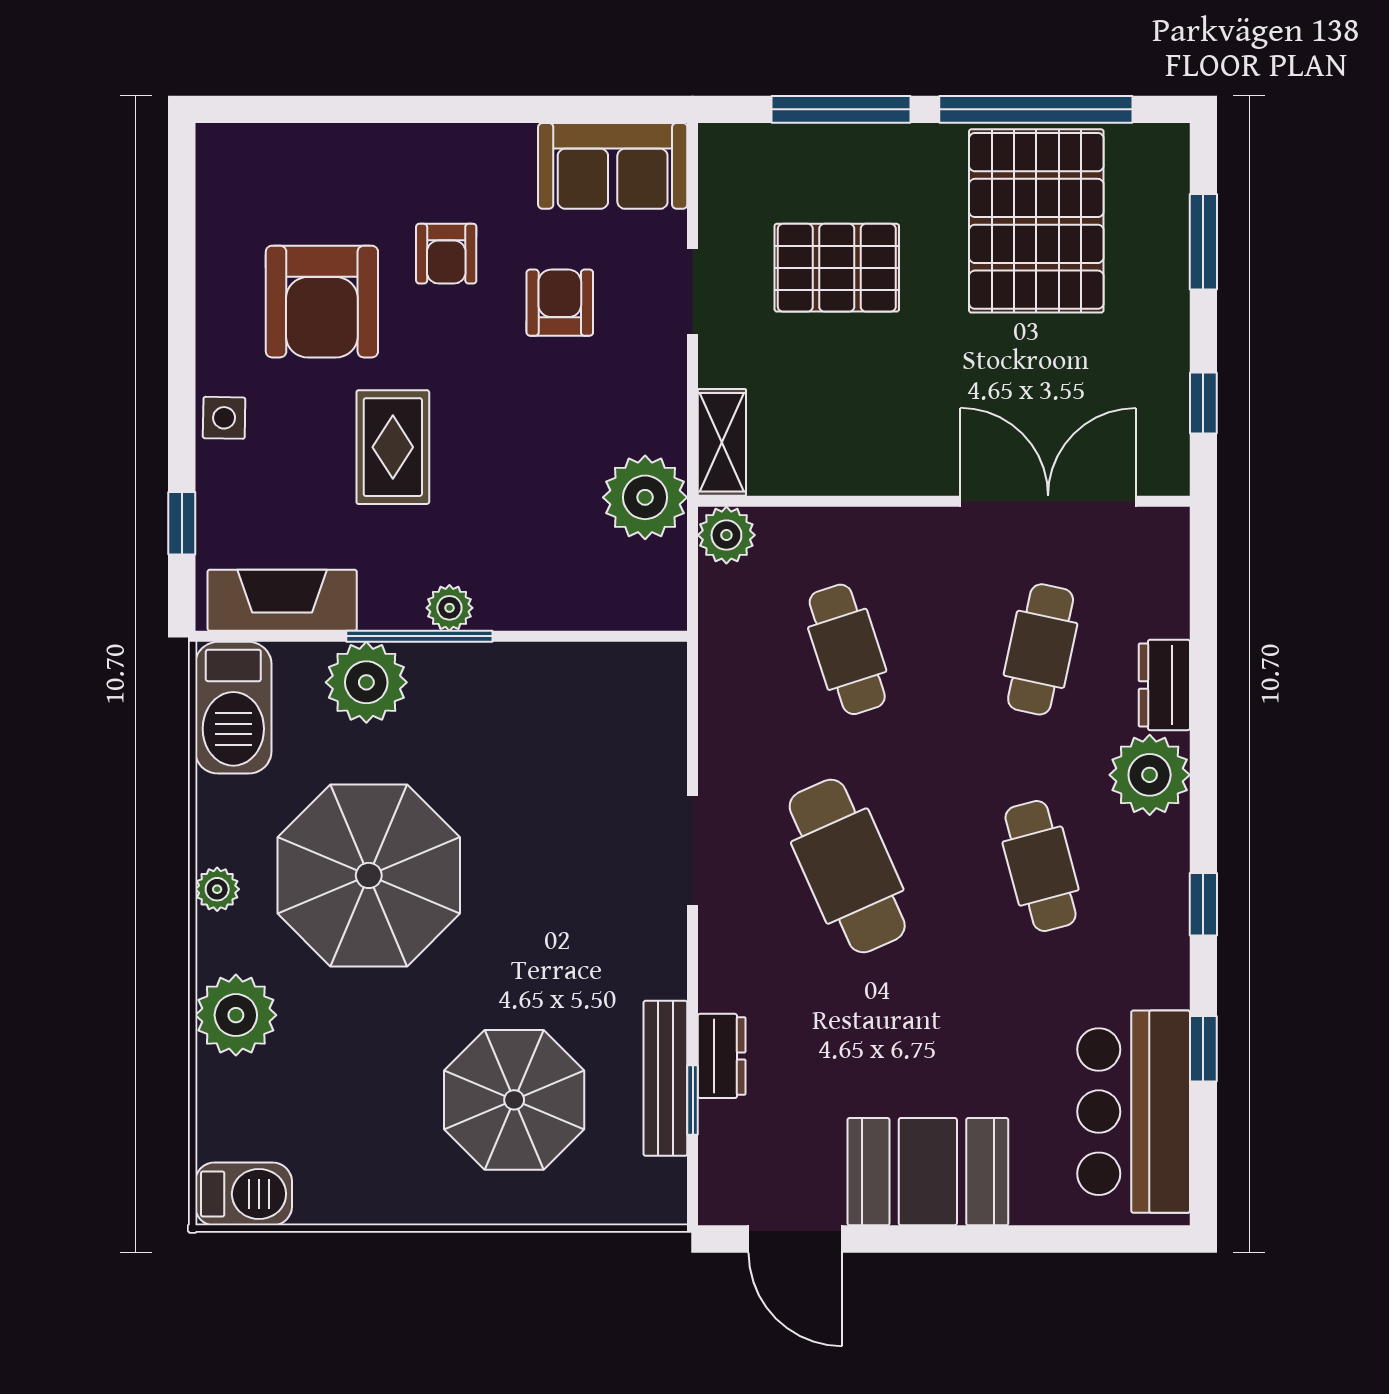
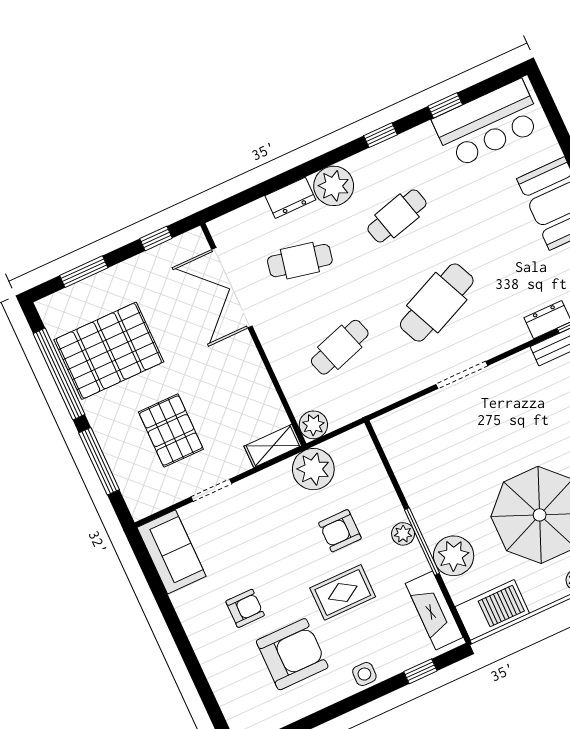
armchair: (560, 303) -> (340, 531), moved

